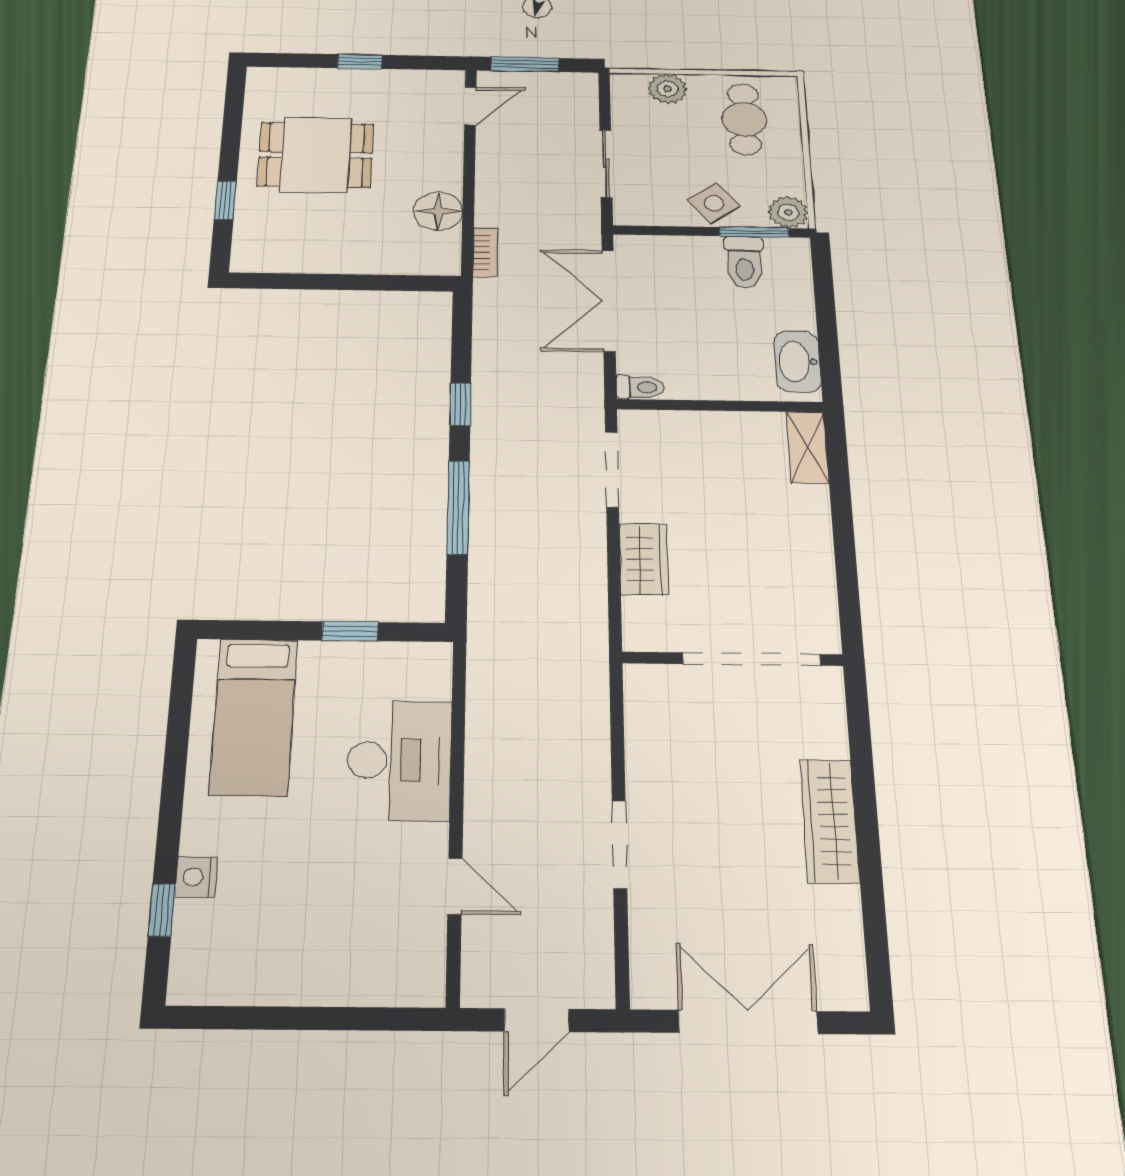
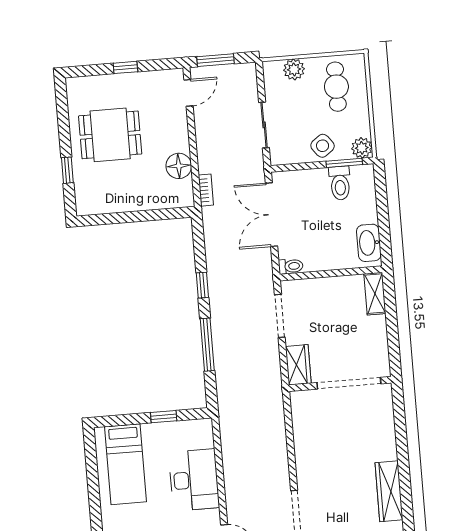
wall: (733, 659) -> (340, 384), moved
doorway: (752, 659) -> (349, 383), moved

